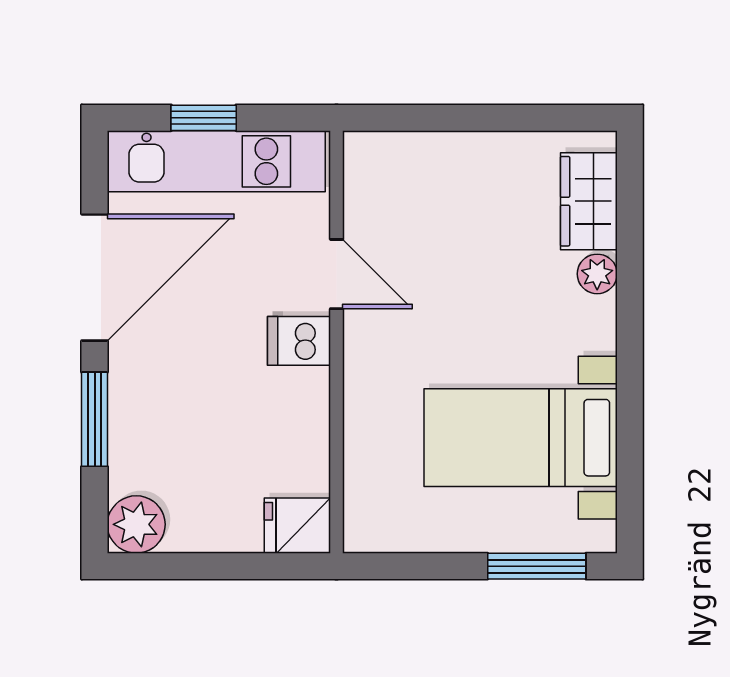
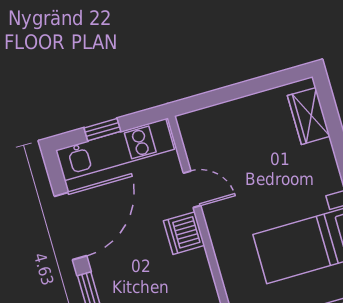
plant: (597, 274) -> (324, 151), removed
dishwasher: (299, 341) -> (184, 233), width x1.38

